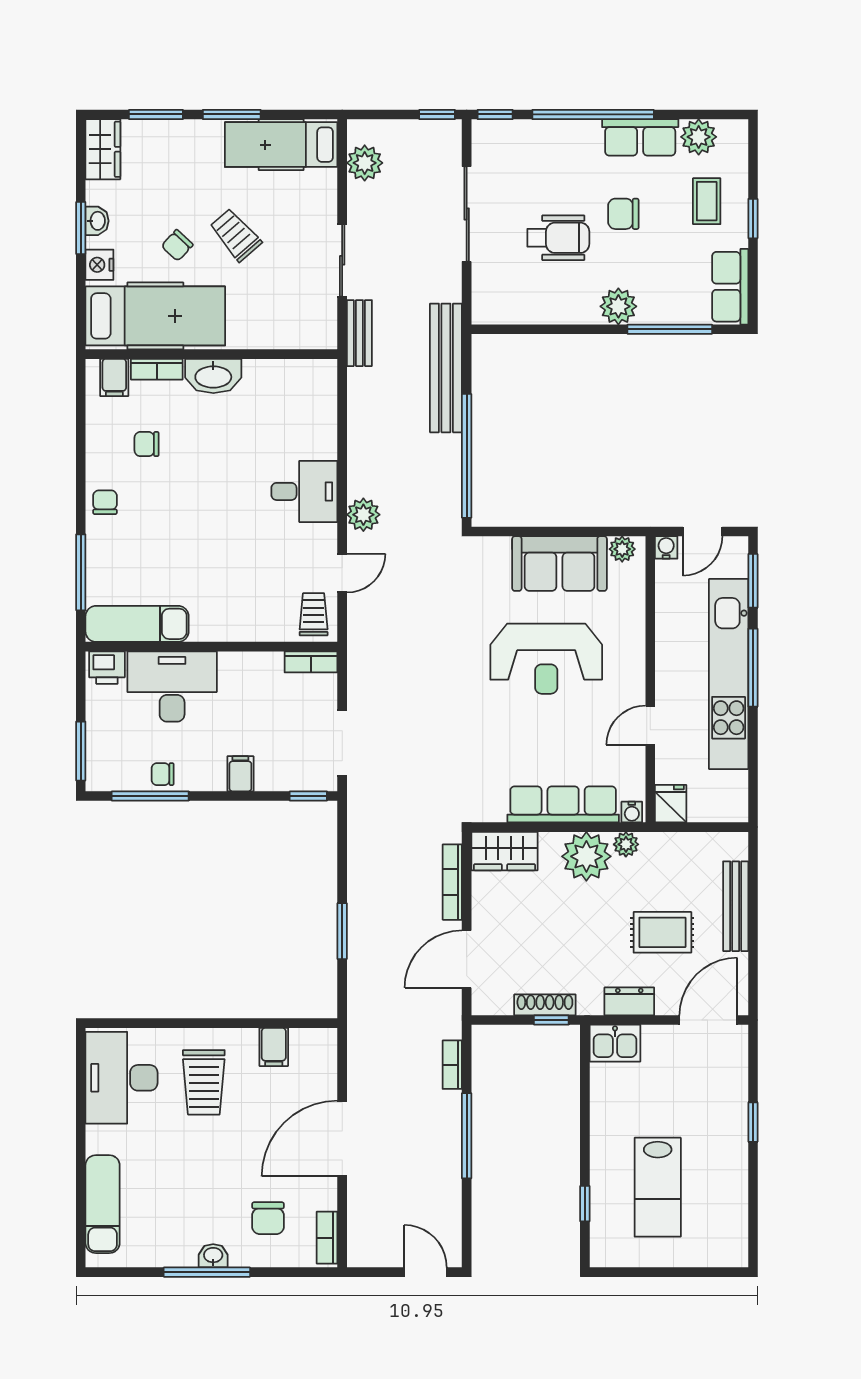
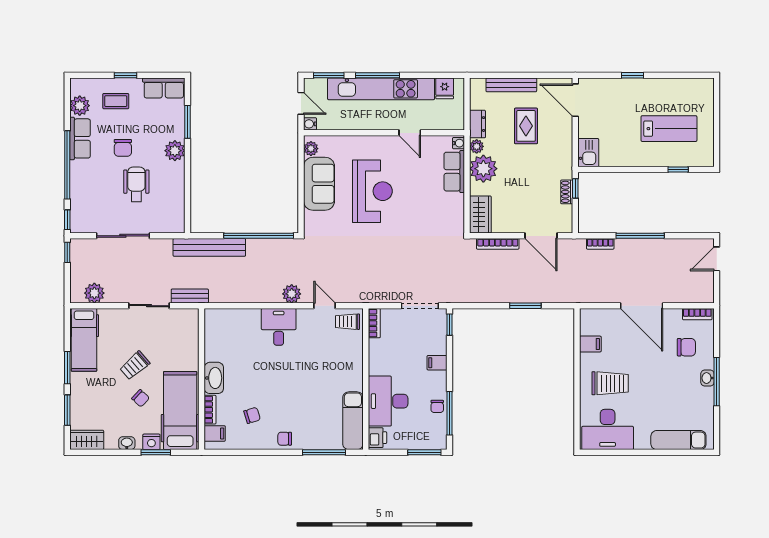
window: (81, 228) -> (156, 452), moved
window: (670, 329) -> (188, 122), width x0.69
chair: (147, 444) -> (252, 415), turned -107
row of seats: (563, 804) -> (454, 172), width x0.68
fridge: (671, 804) -> (445, 88), moved, turned -90
dresser: (629, 1001) -> (477, 124), moved, turned 180
shoe rack: (545, 1005) -> (567, 192), width x0.70

